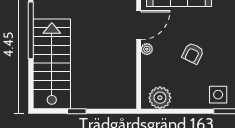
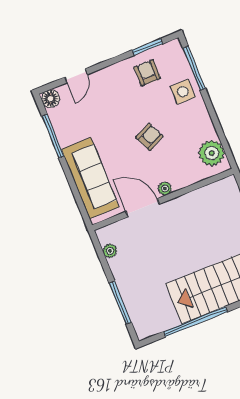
armchair: (193, 53) -> (149, 137), turned -51

